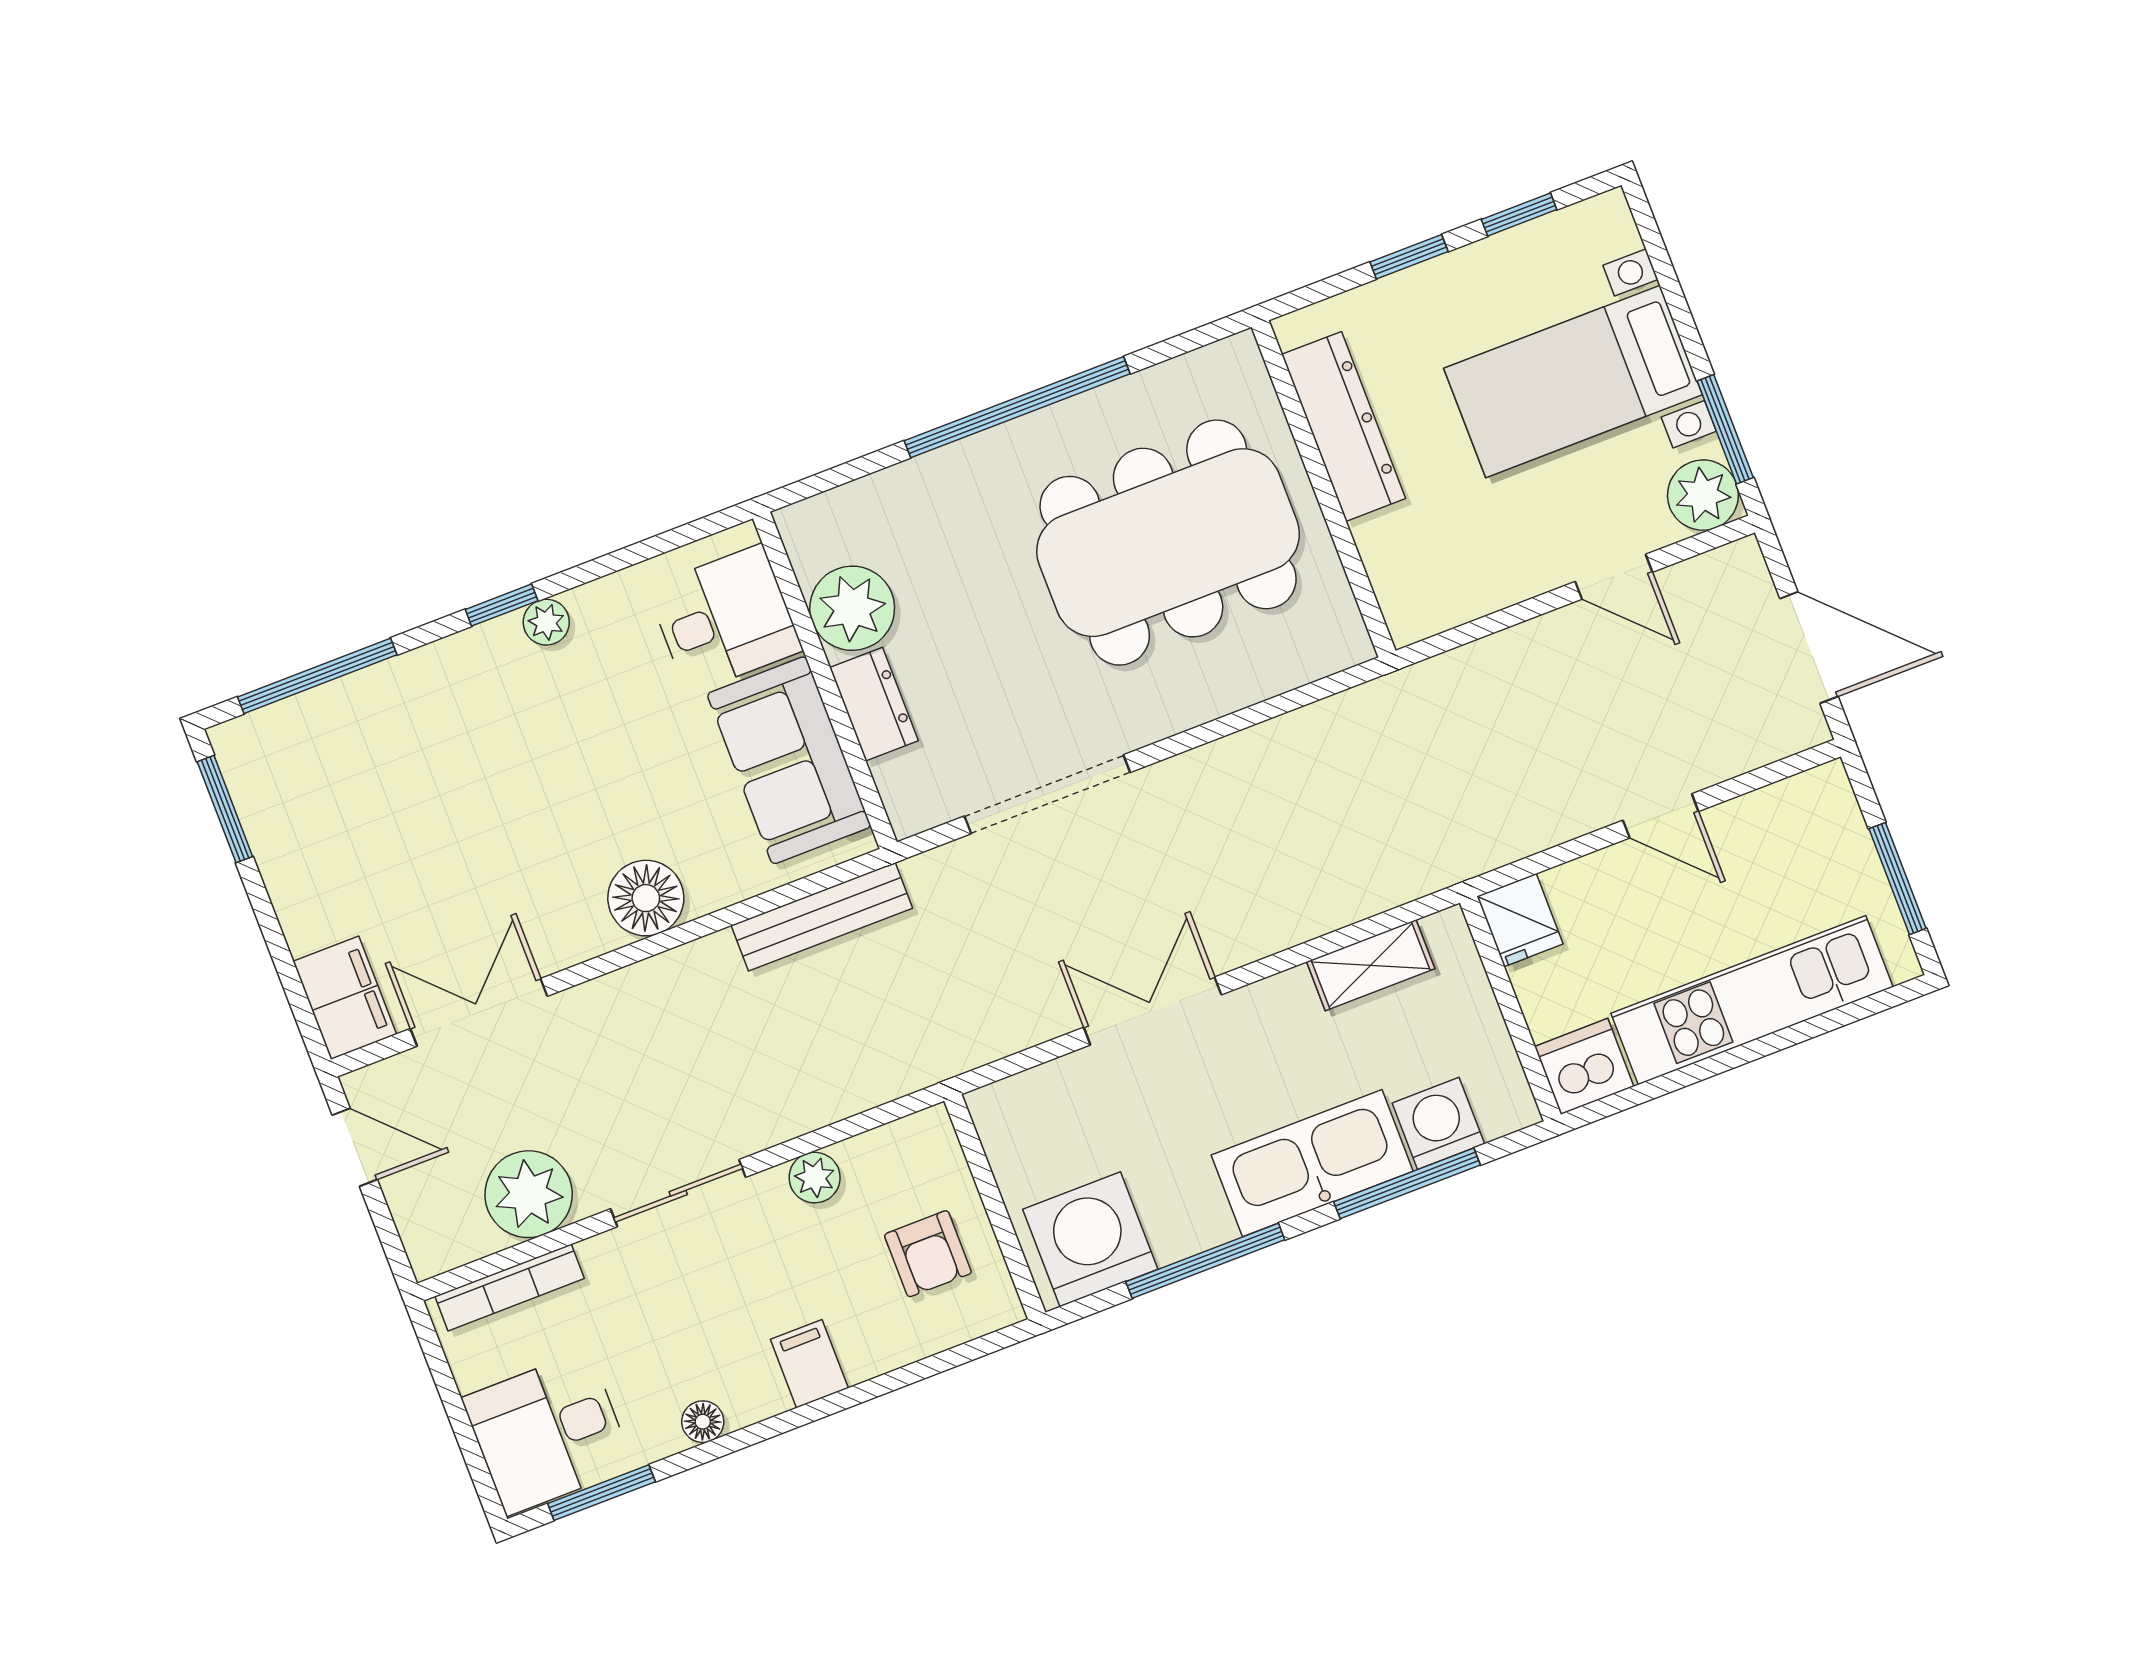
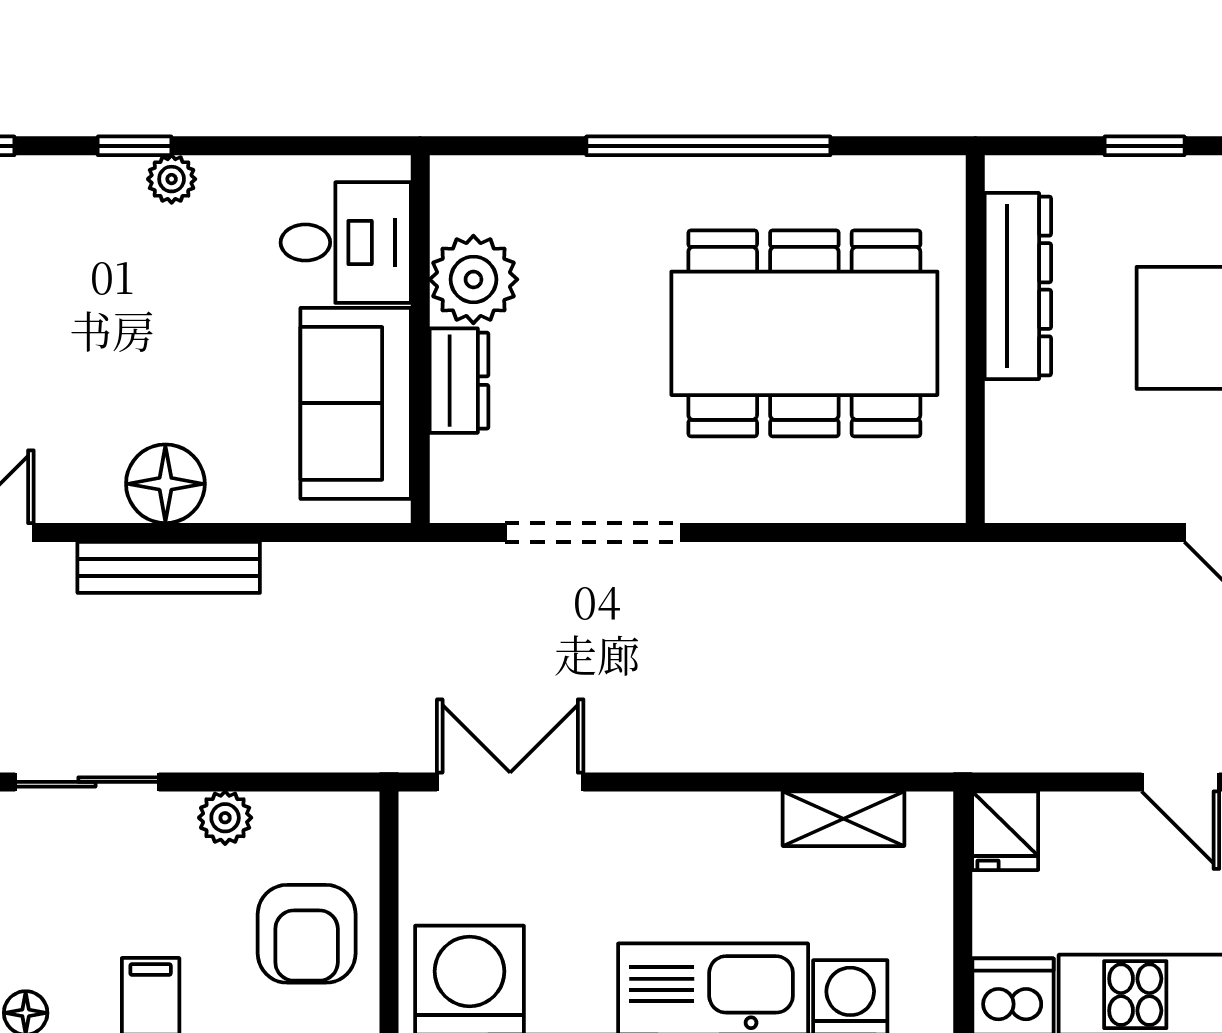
bench: (822, 917) -> (169, 567), moved
double door: (1153, 1011) -> (510, 782), moved
armchair: (928, 1254) -> (307, 934), width x1.38, depth x1.38

